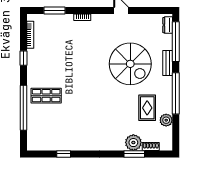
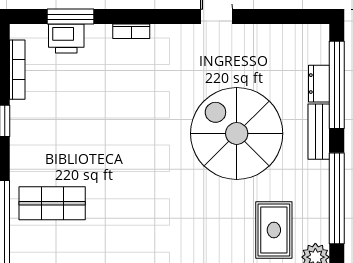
printer: (53, 21) -> (66, 39), added
dresser: (168, 25) -> (319, 84), moved
spiral stairs: (130, 64) -> (237, 133), turned 180

